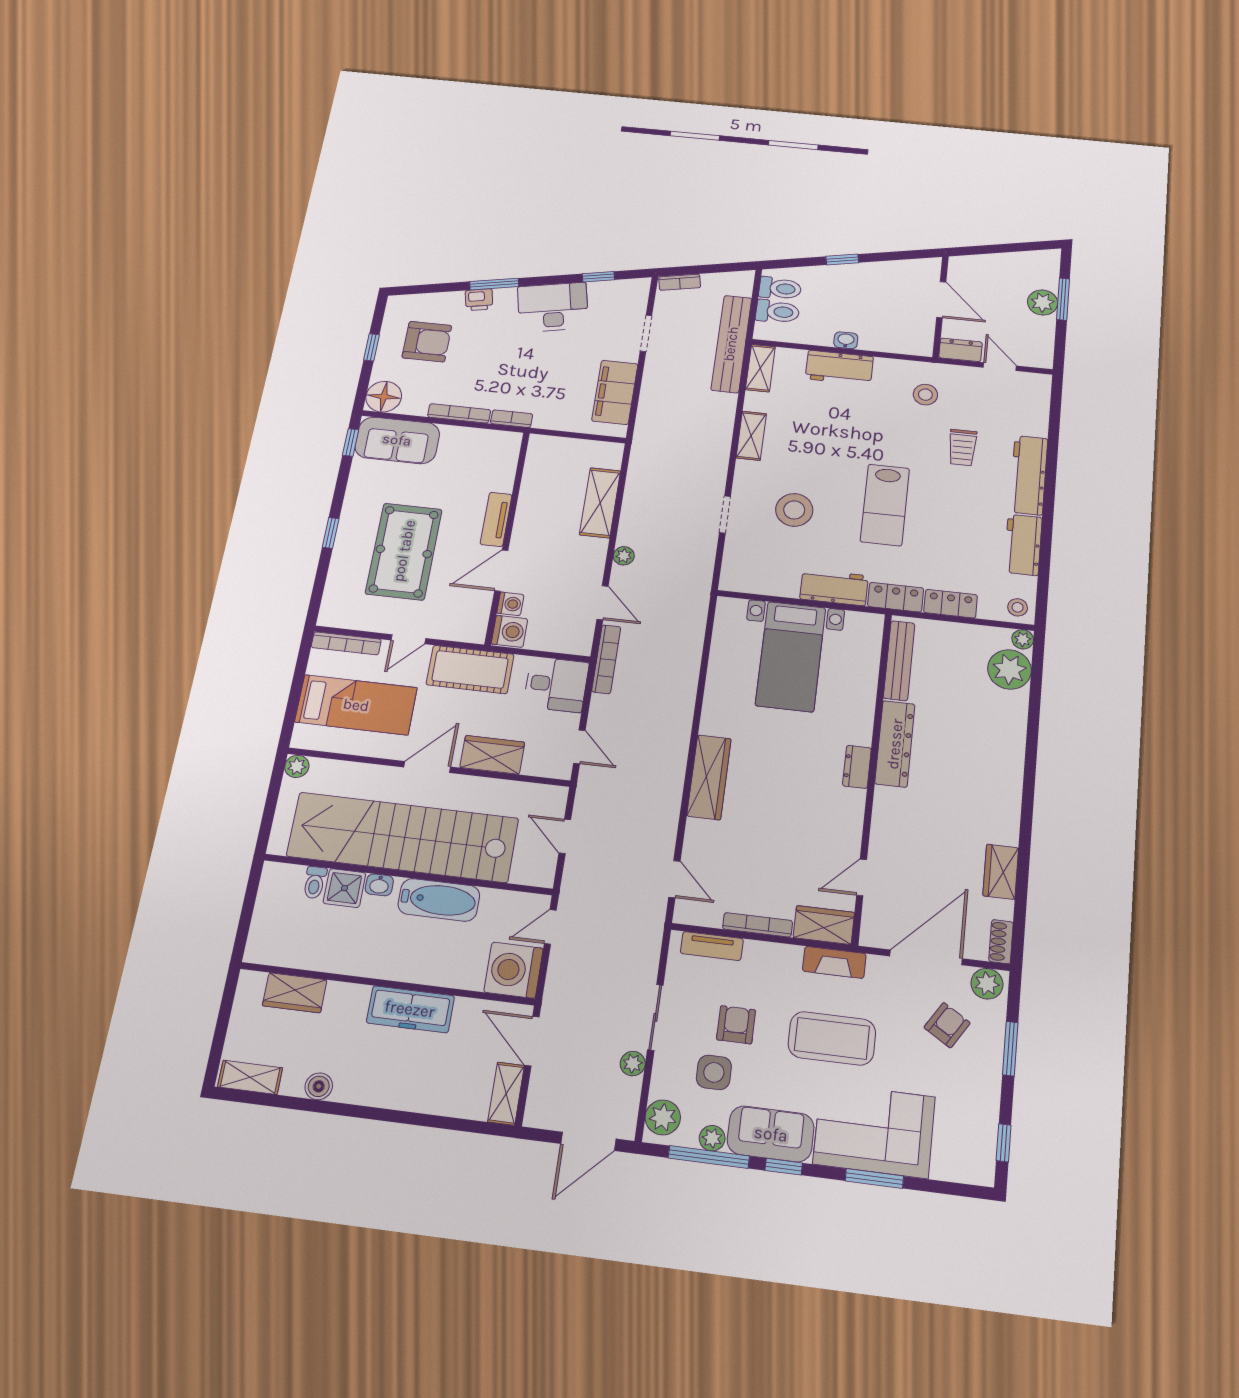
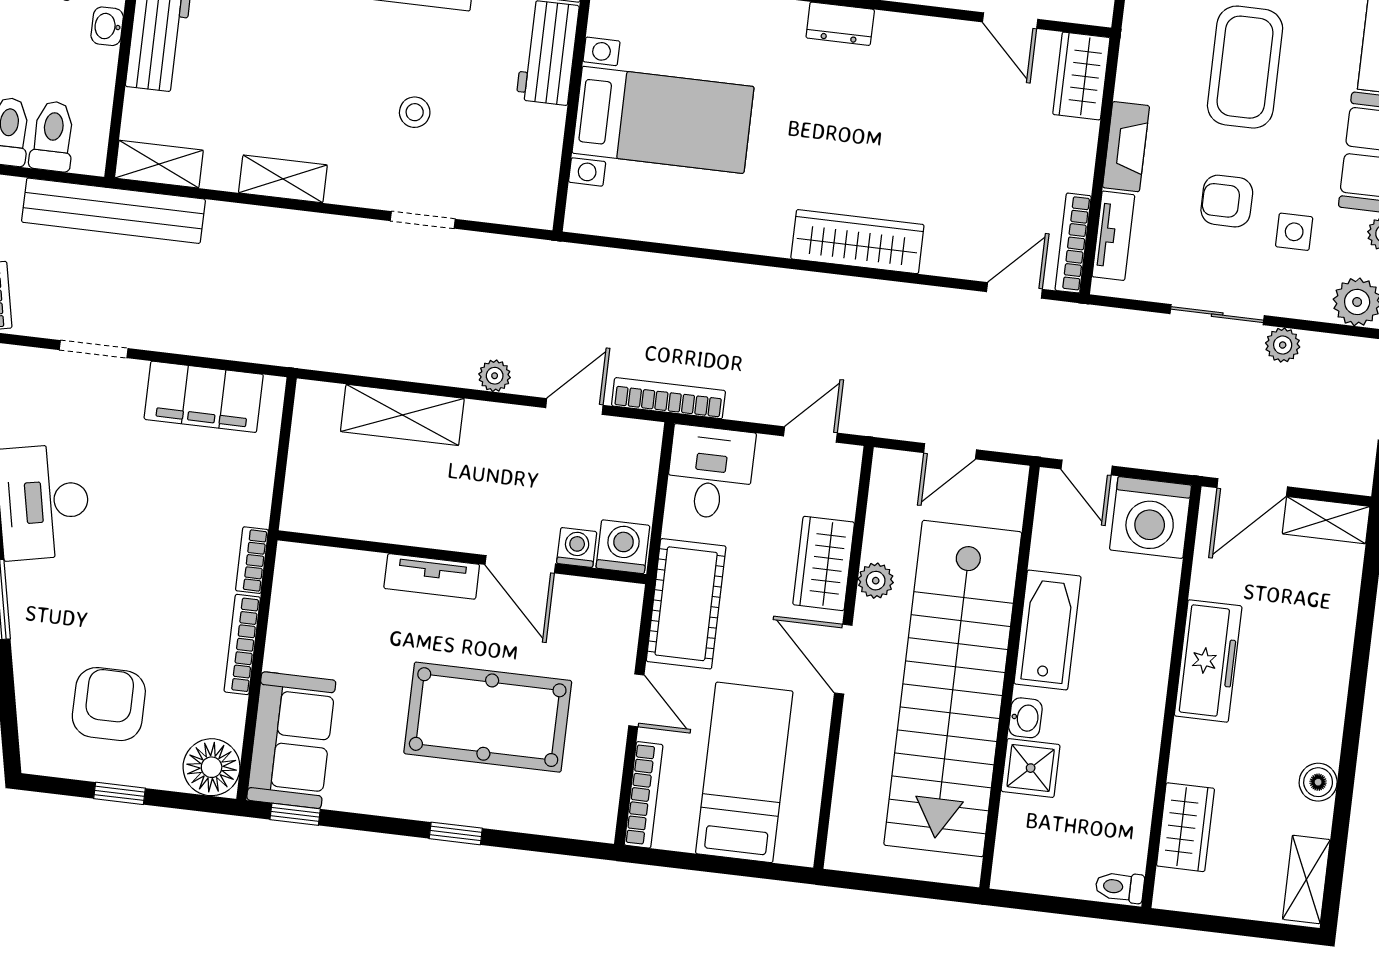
printer: (479, 300) -> (29, 623), removed
stool: (794, 510) -> (415, 112), width x0.53, depth x0.53
plant: (297, 766) -> (876, 581), moved
toilet: (315, 883) -> (1120, 887), moved, turned 180
bookcase: (758, 925) -> (1073, 243), moved
fireplace: (834, 962) -> (1126, 147), moved
side table: (714, 1072) -> (1294, 232), width x0.73, depth x0.73

